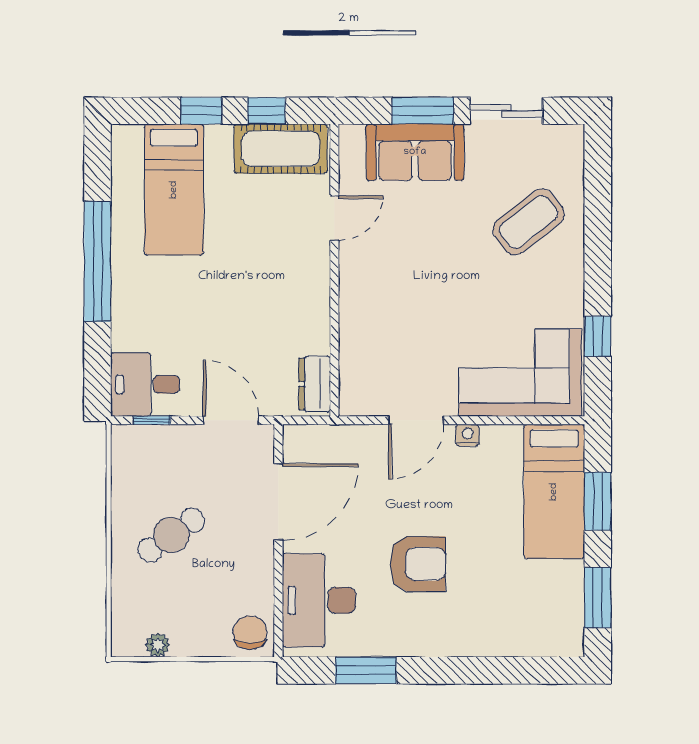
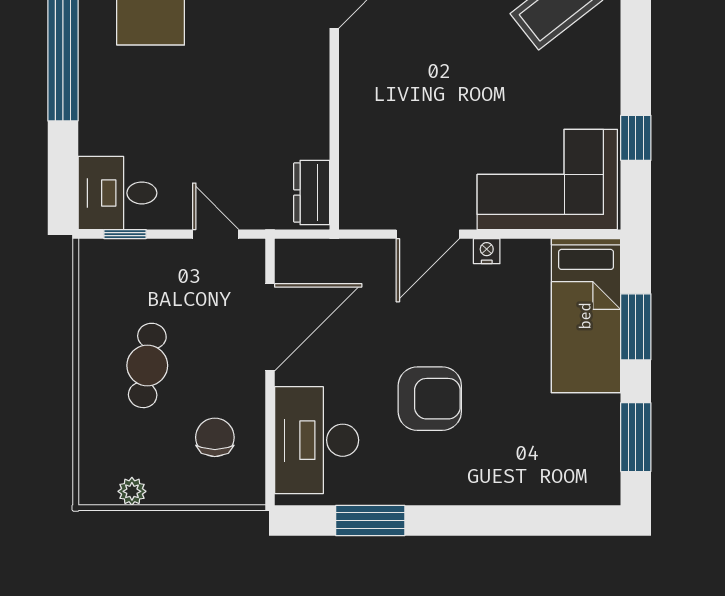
door: (231, 420) -> (216, 234), width x0.73
cafe table: (171, 535) -> (147, 365), turned -46
chair: (250, 633) -> (215, 437), moved

